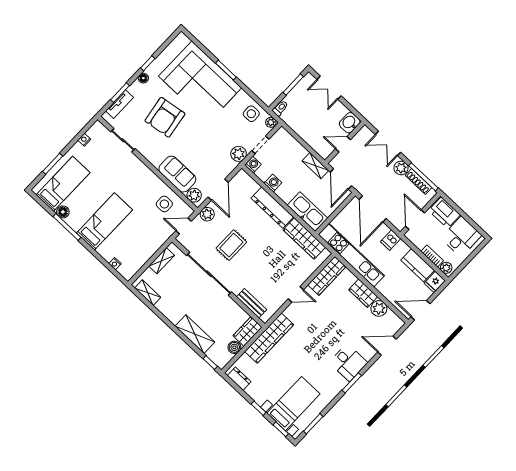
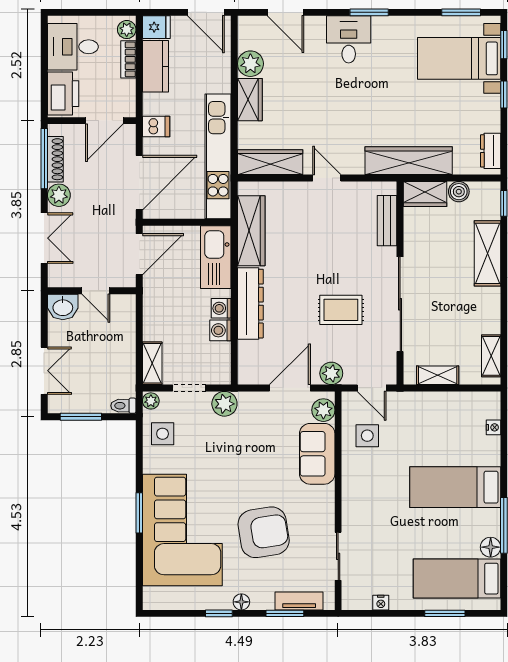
washing machine: (253, 165) -> (221, 308), moved
shelving: (315, 166) -> (152, 363), moved

